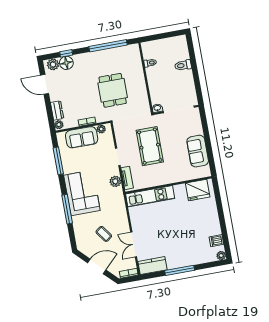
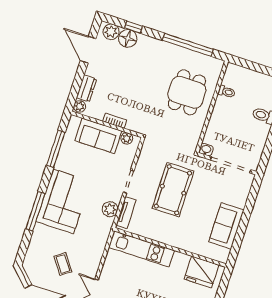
dining table: (113, 90) -> (187, 92), moved

